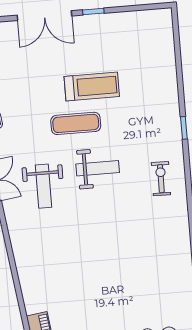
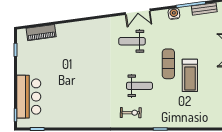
weight bench: (98, 168) -> (139, 86), moved, turned -90

